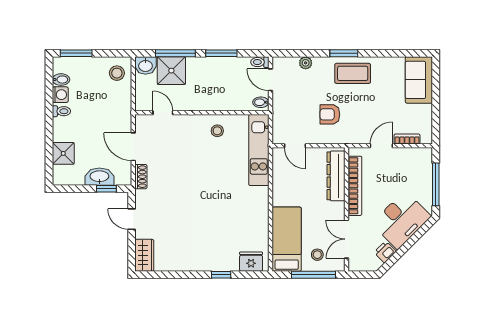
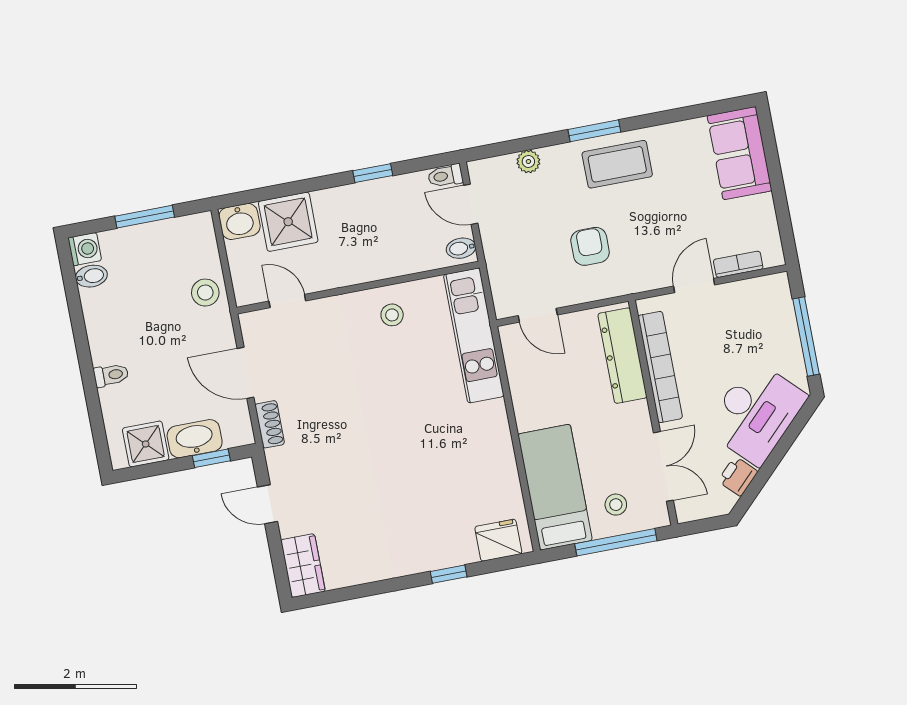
window: (76, 53) -> (145, 217), moved
window: (175, 53) -> (290, 189), removed
window: (221, 53) -> (373, 173), width x0.67
stool: (117, 73) -> (205, 293), moved
washing machine: (60, 95) -> (85, 249), moved
toilet: (61, 111) -> (111, 375), moved
armchair: (330, 114) -> (590, 246), turned 90
shower: (63, 153) -> (146, 444), moved
double door: (347, 239) -> (663, 466), swing flipped

